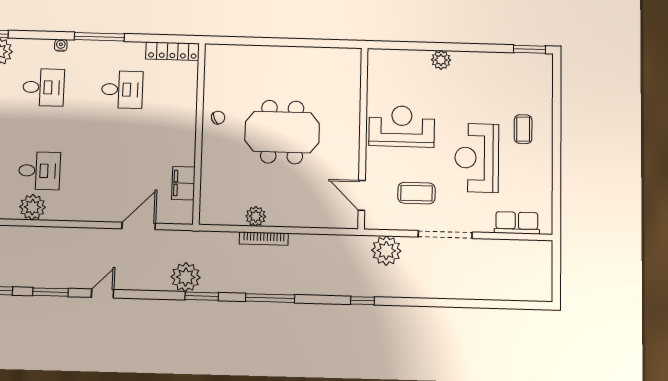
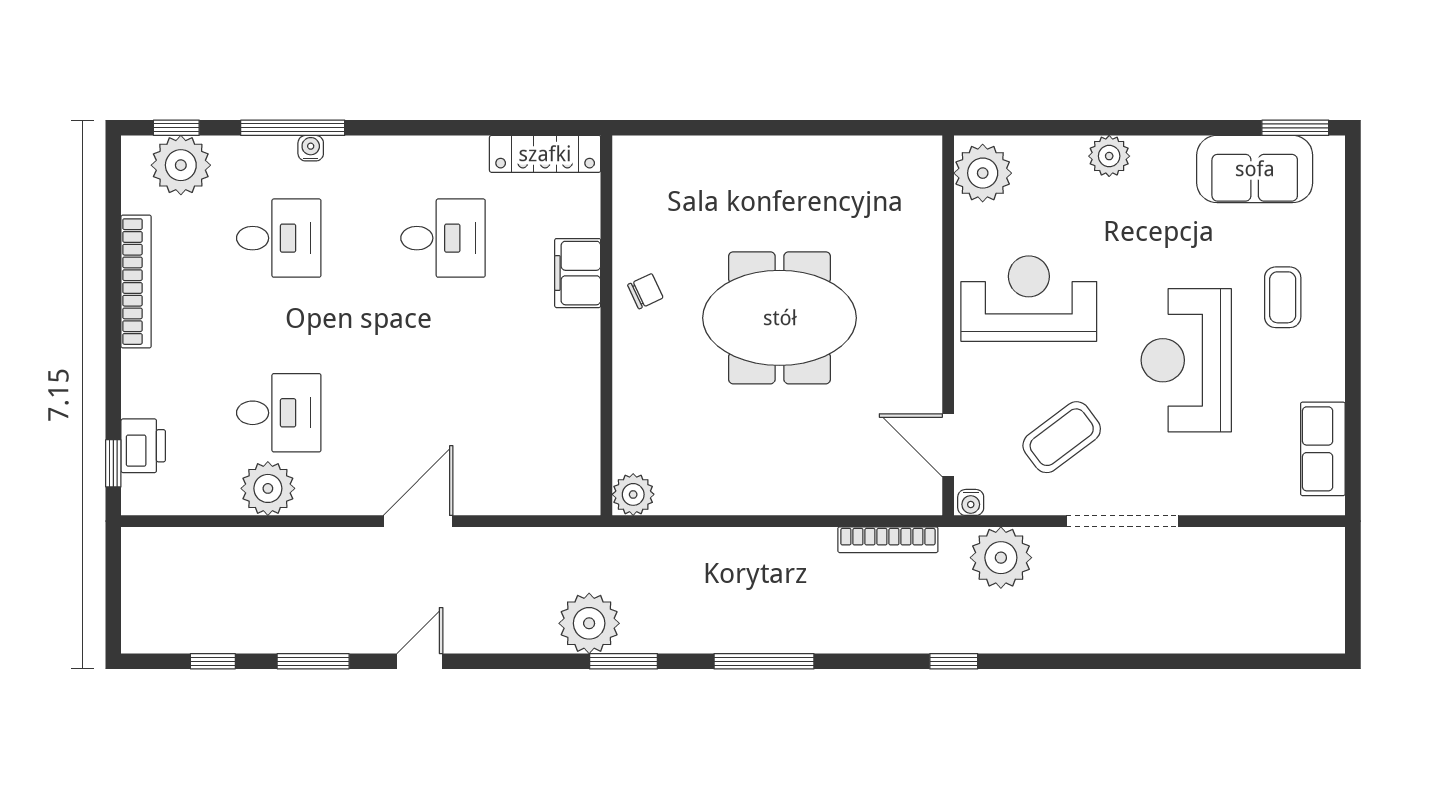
window: (99, 37) -> (293, 128), moved
plant: (381, 66) -> (983, 173), added
sofa: (510, 68) -> (1255, 169), added
filing cabinet: (183, 183) -> (578, 273), moved
coffee table: (416, 193) -> (1062, 437), turned -37
plant: (256, 216) -> (633, 494), moved
water cooler: (372, 223) -> (971, 502), added
row of seats: (517, 223) -> (1323, 449), moved, turned -90
door: (139, 226) -> (418, 521), moved
bookcase: (264, 238) -> (888, 540), moved

